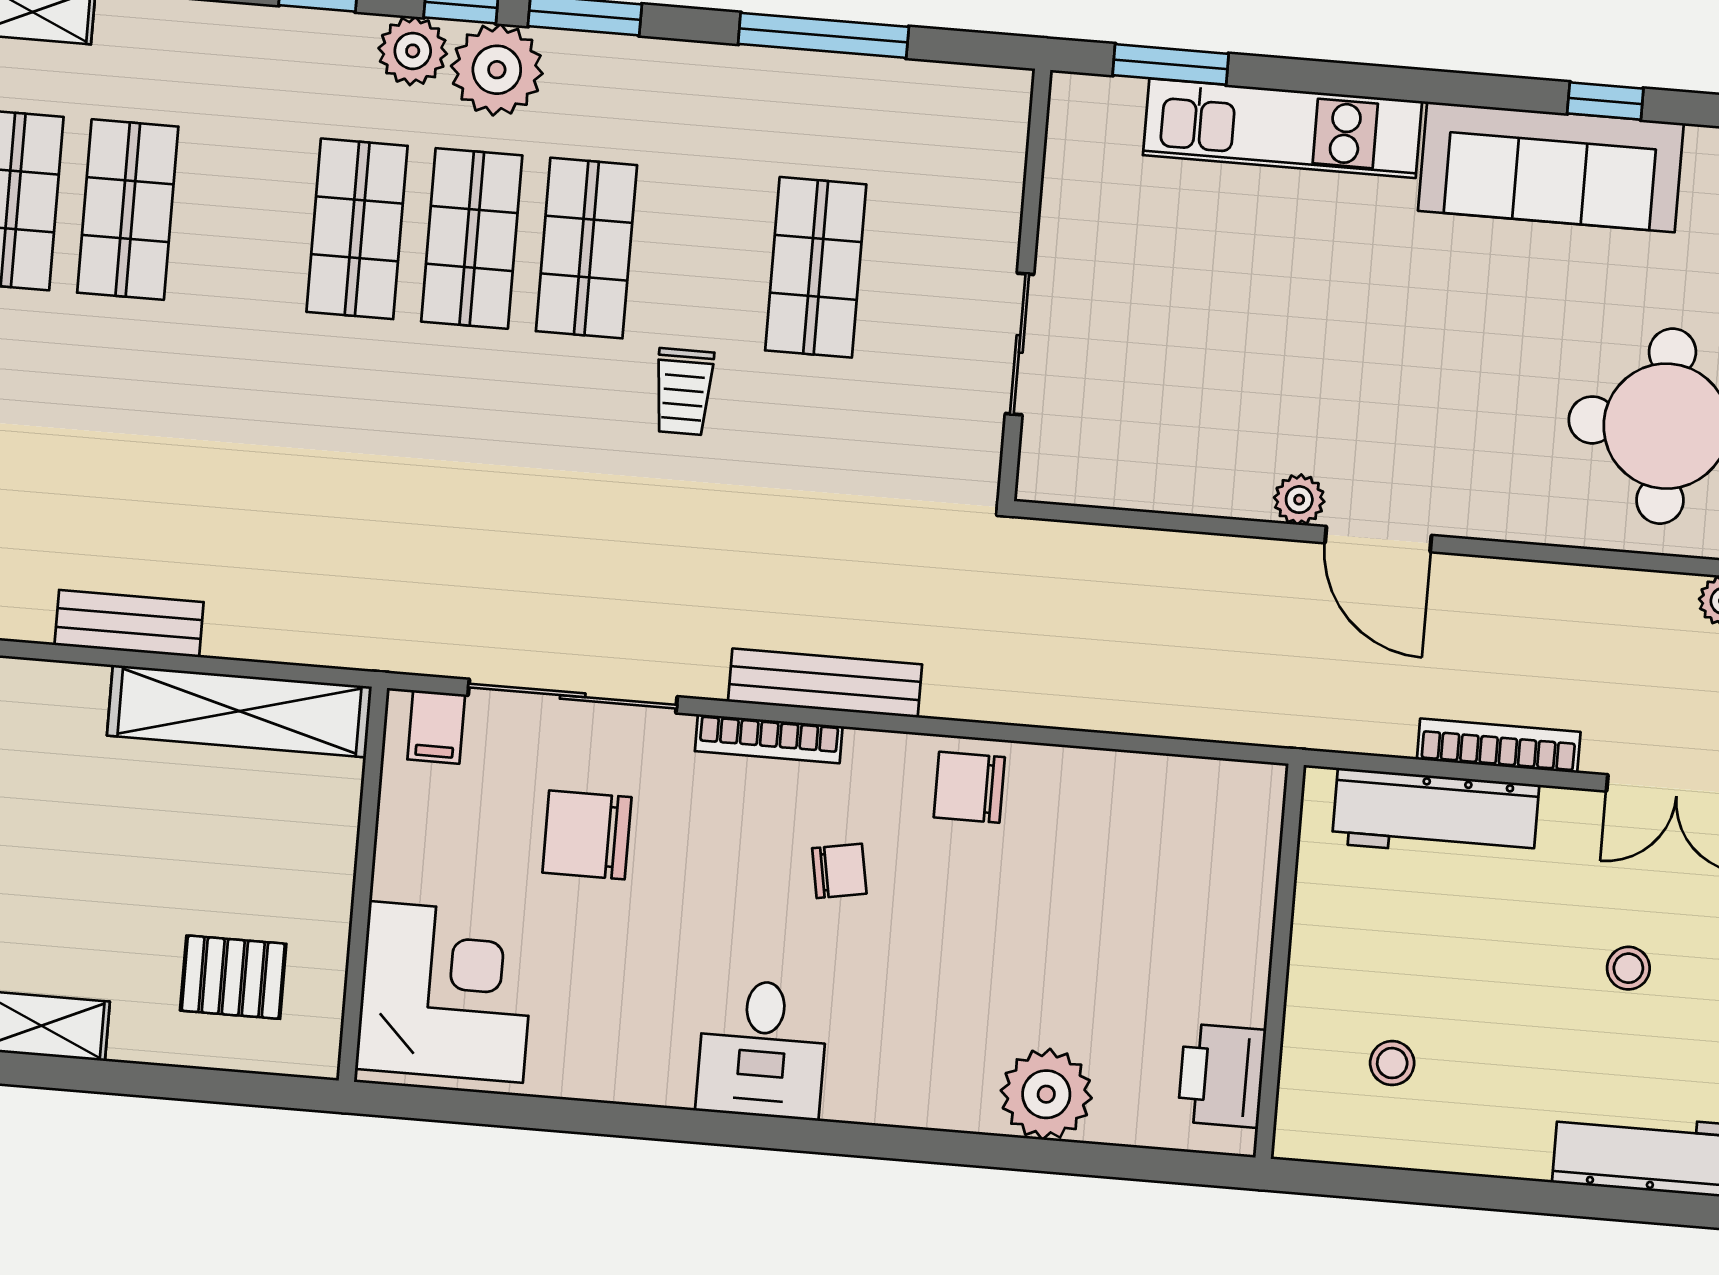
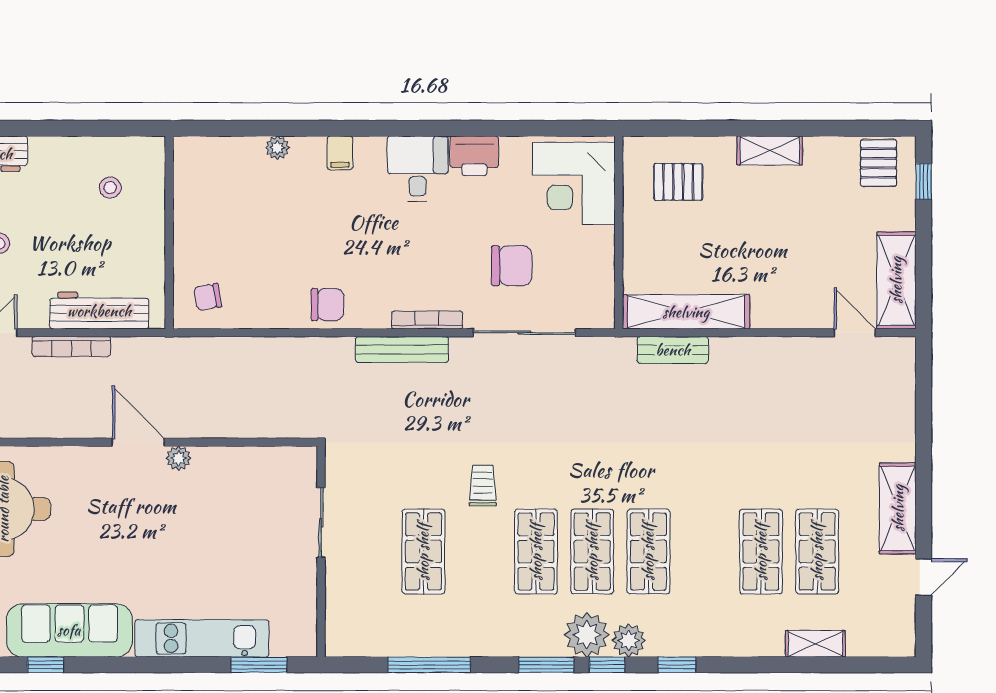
bench: (129, 624) -> (673, 350), moved
filing cabinet: (436, 727) -> (340, 153), moved, turned 180
chair: (839, 871) -> (208, 297), moved
printer: (1222, 1076) -> (474, 156), moved, turned 90
plant: (1046, 1094) -> (277, 148), width x0.53, depth x0.53

